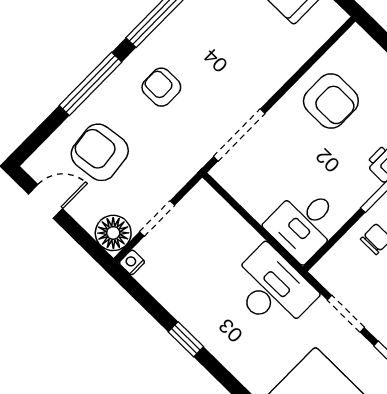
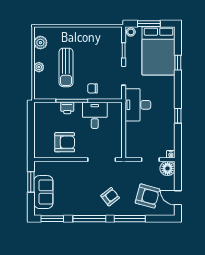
armchair: (161, 87) -> (110, 197), turned -128
armchair: (331, 101) -> (65, 142), turned 90
armchair: (100, 152) -> (147, 196), turned -68
desk: (304, 223) -> (95, 115), moved, turned -90

